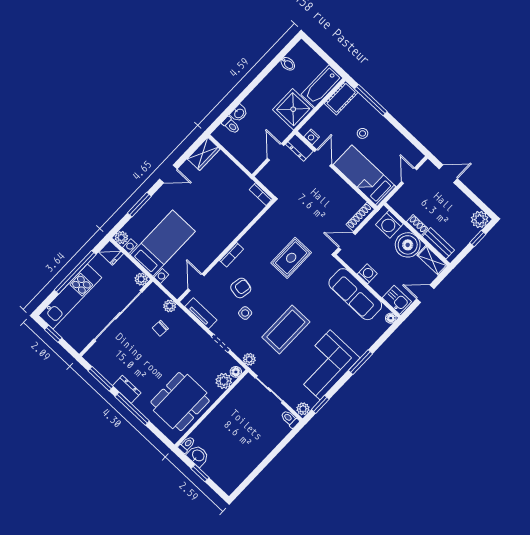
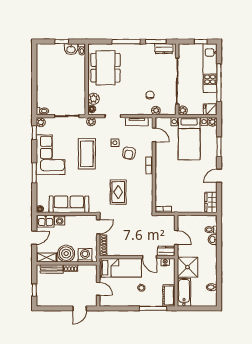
plant: (480, 219) -> (42, 300), removed
washing machine: (367, 274) -> (60, 220), moved
dresser: (127, 389) -> (164, 49), moved

